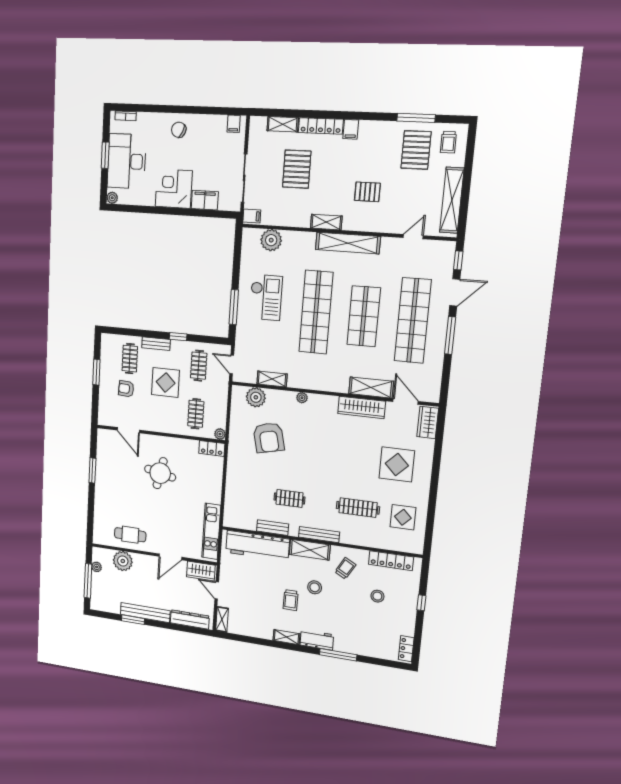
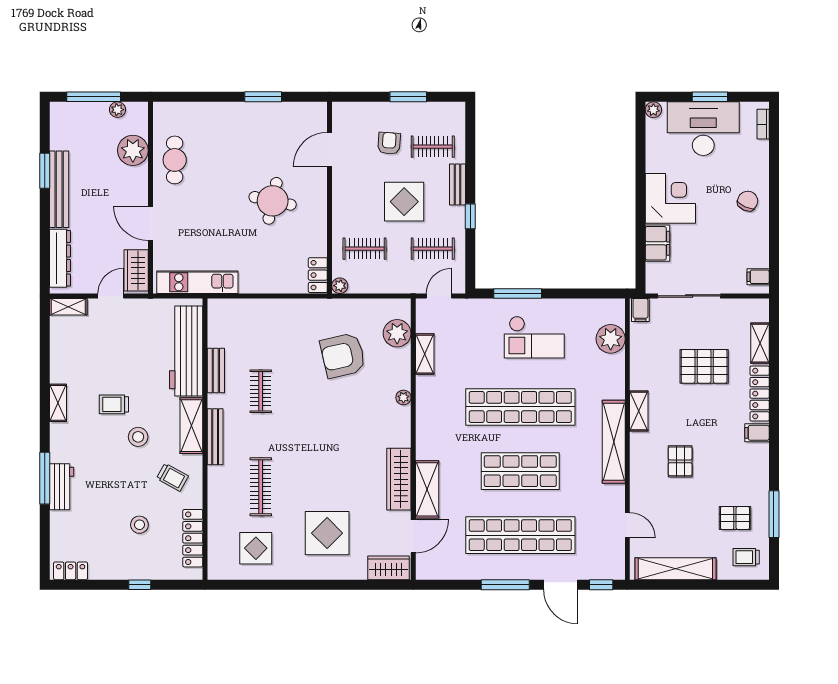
pallet: (416, 150) -> (735, 518), width x0.67, depth x0.71
workbench: (317, 640) -> (62, 487), moved

